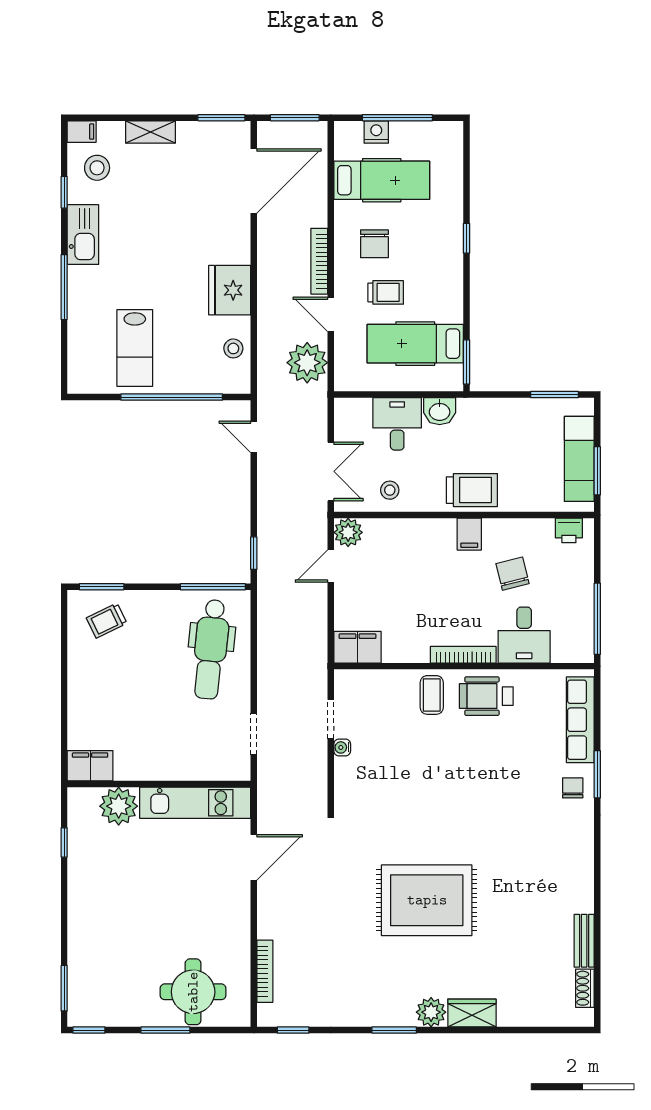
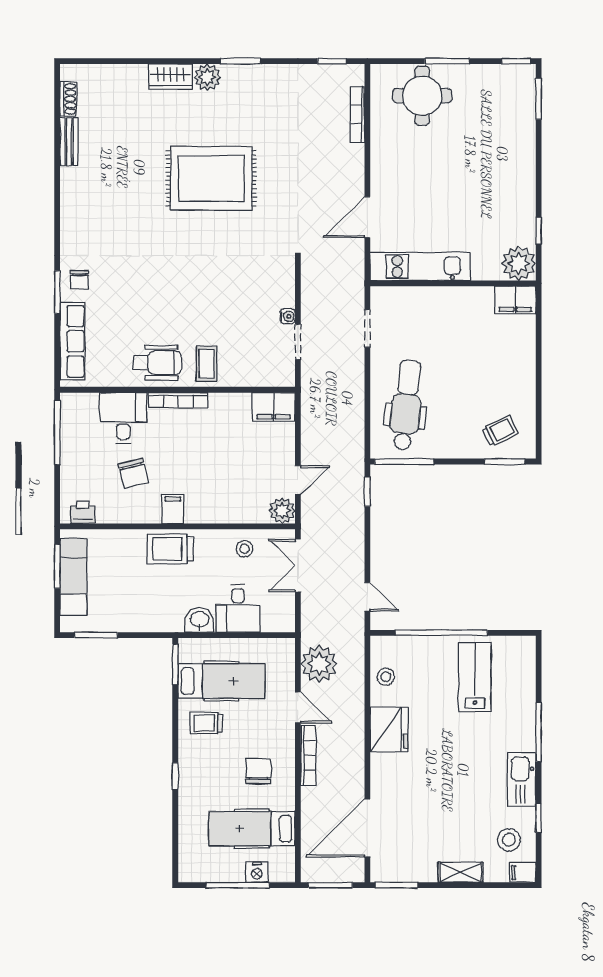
trolley: (386, 292) -> (206, 723), moved
plant: (119, 806) -> (519, 263), moved

